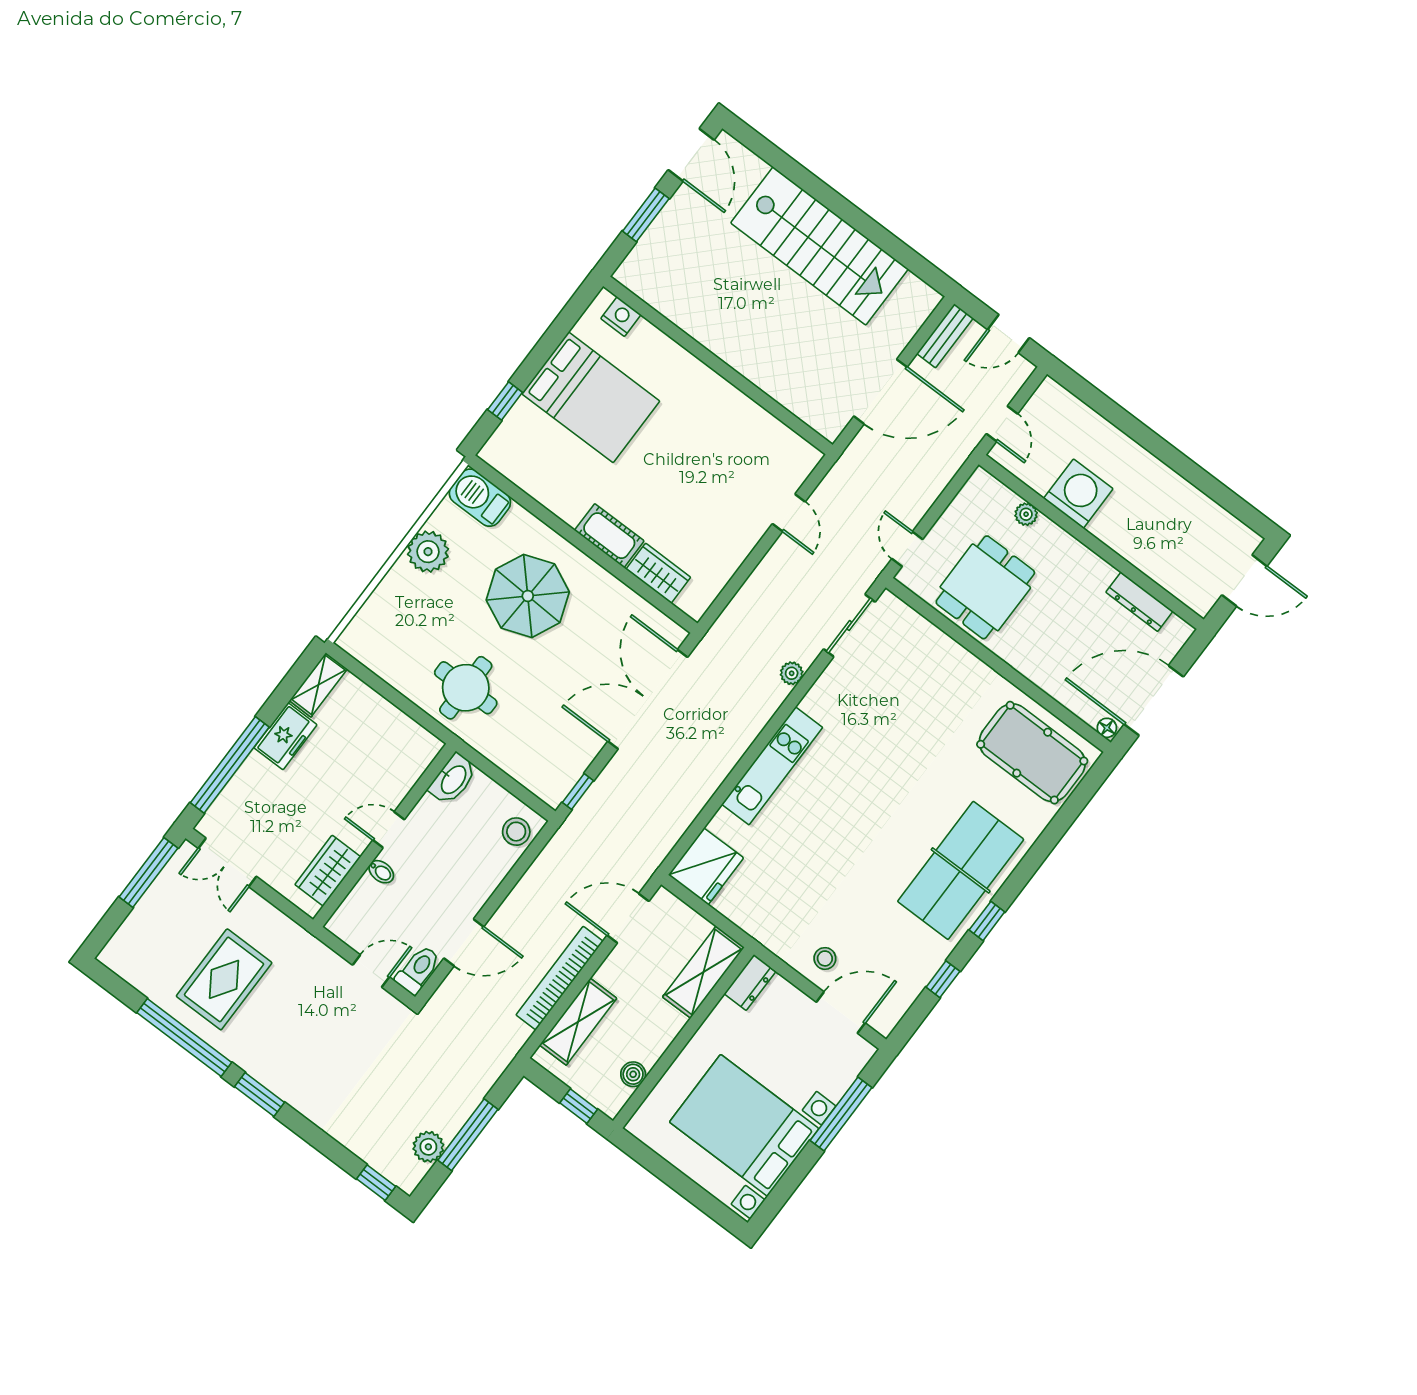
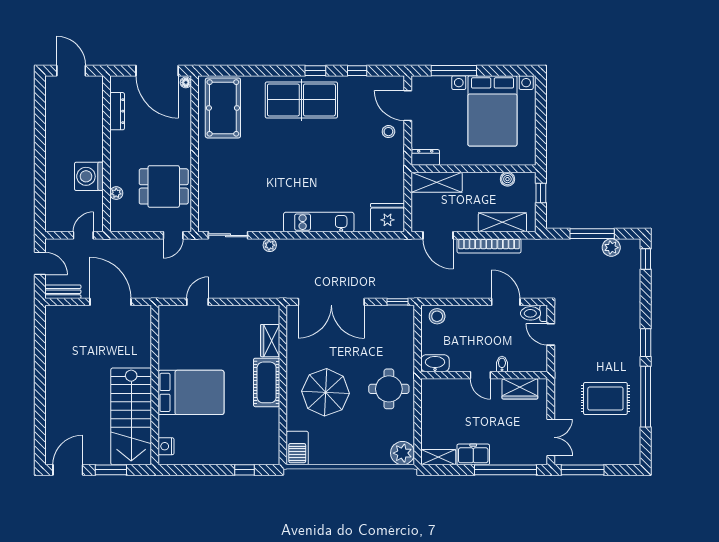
stairs: (819, 246) -> (131, 416), moved, turned 180
bed: (591, 397) -> (191, 392), moved, turned 90
cot: (609, 536) -> (267, 382), width x1.37, depth x1.34
plant: (428, 552) -> (402, 453), moved

